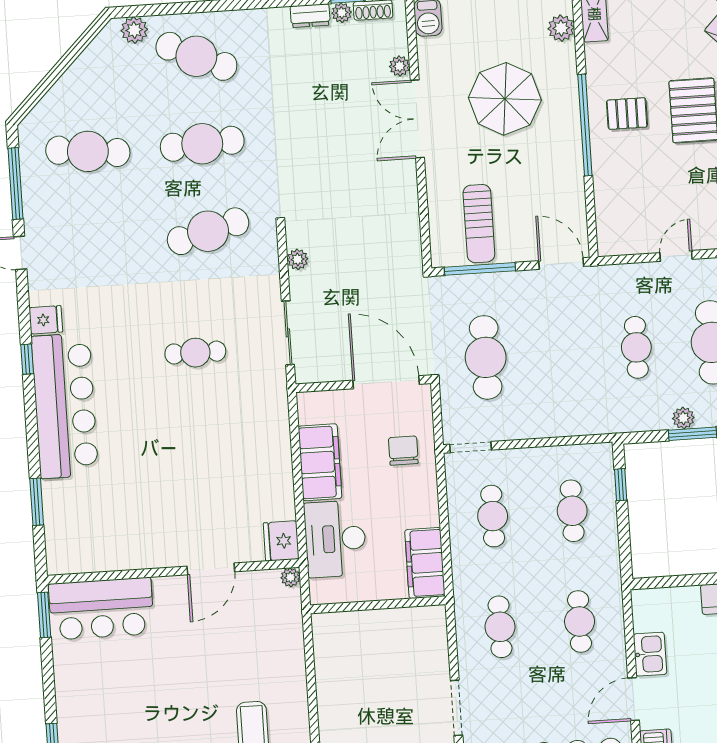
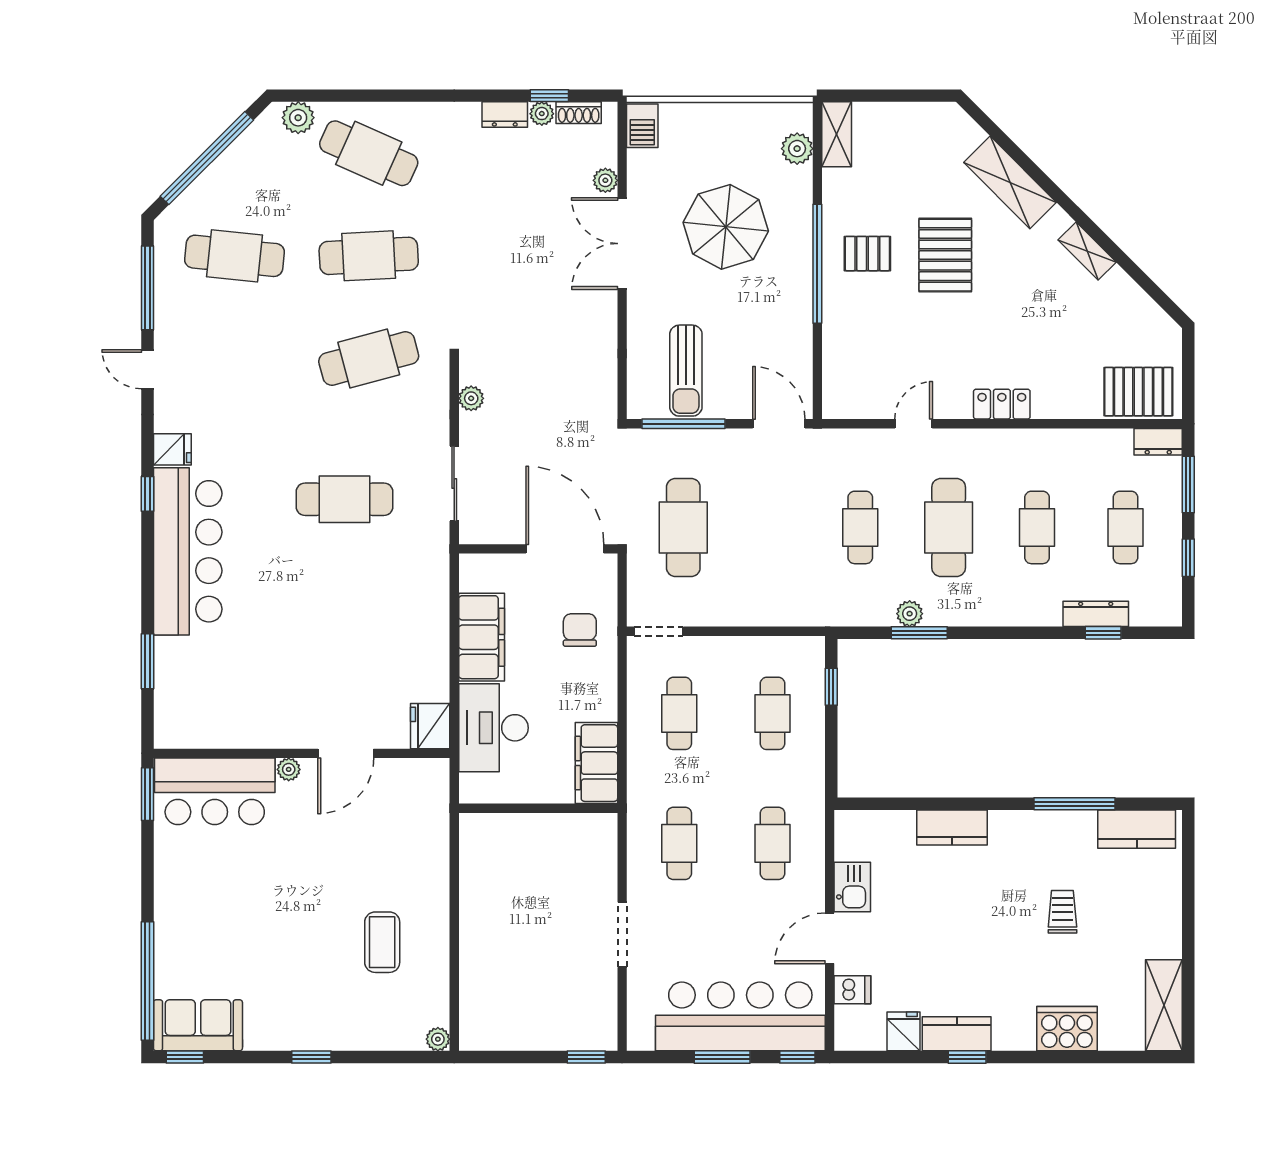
window: (59, 70) -> (207, 158), added
cafe table: (195, 353) -> (344, 499), width x1.37, depth x1.35
plant: (290, 577) -> (289, 769), moved

